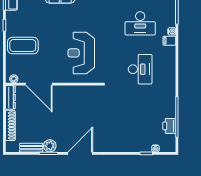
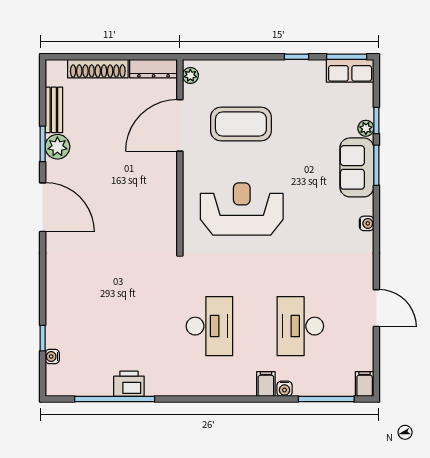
coffee table: (23, 46) -> (241, 124), moved, turned 90
desk: (140, 69) -> (209, 326), turned -90
printer: (169, 126) -> (129, 384), moved

